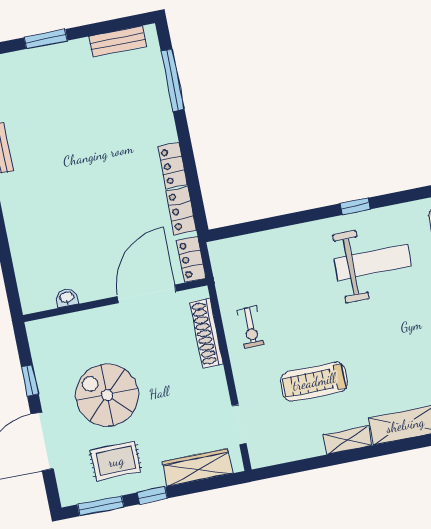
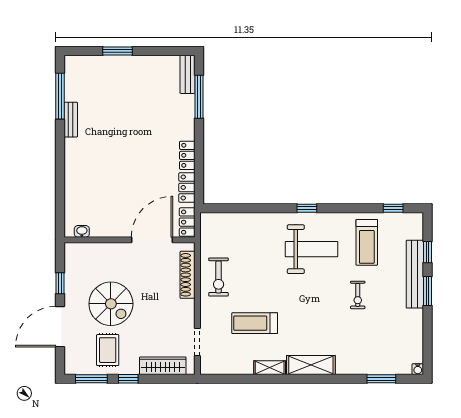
bench: (118, 41) -> (188, 74), moved, turned 90
washbasin: (67, 298) -> (82, 231), moved
exercise bike: (250, 327) -> (219, 277), width x1.38, depth x1.39
spiral stairs: (107, 395) -> (111, 304), turned 180
rug: (116, 461) -> (108, 350), turned 90

